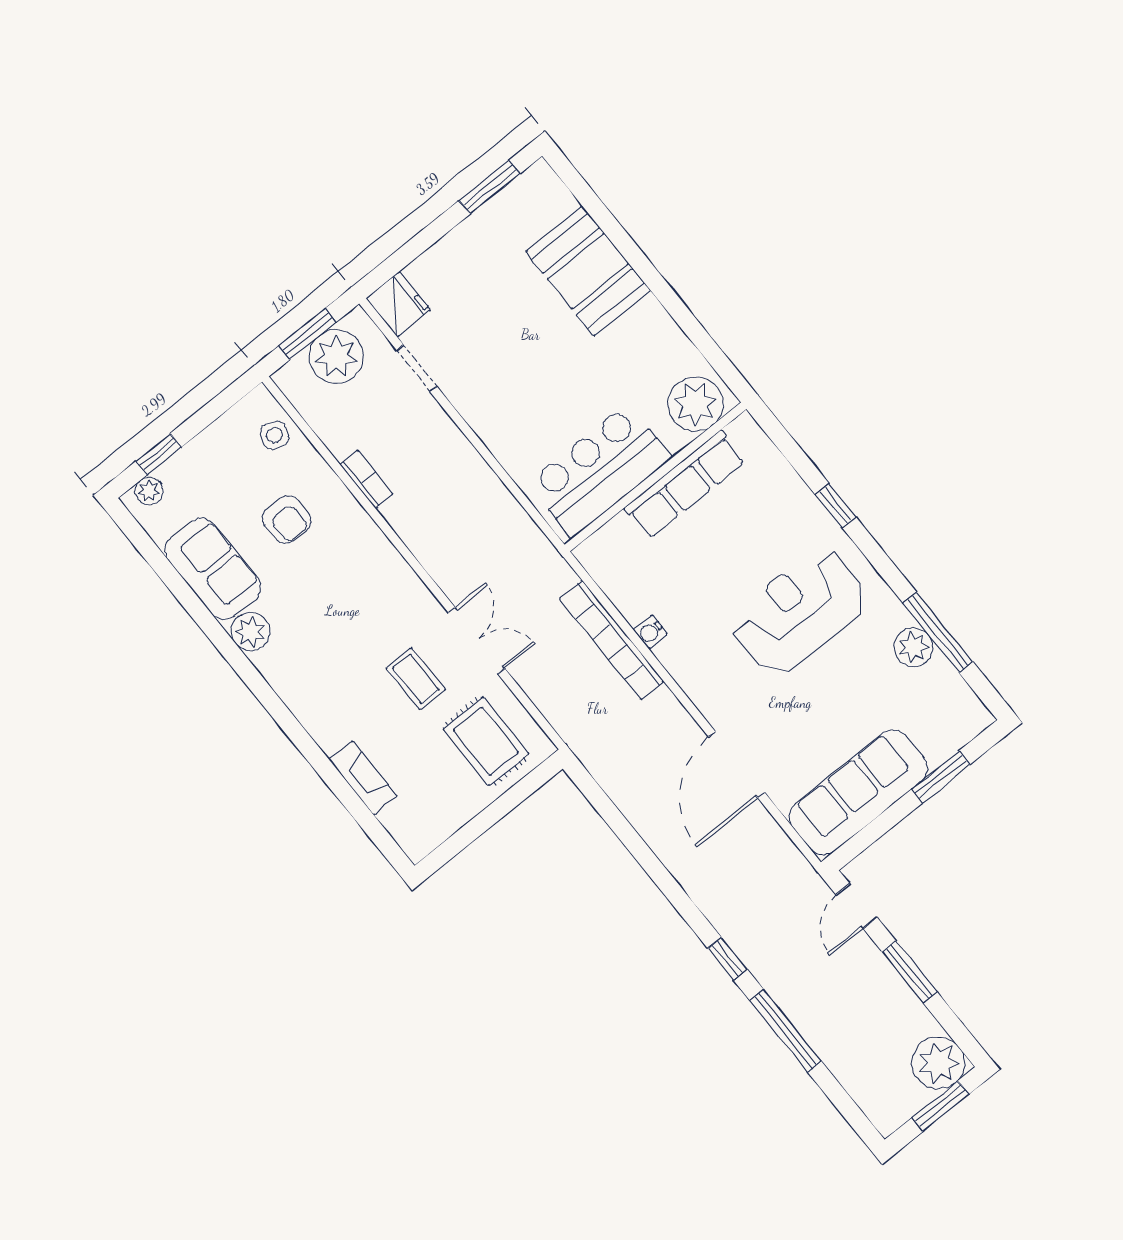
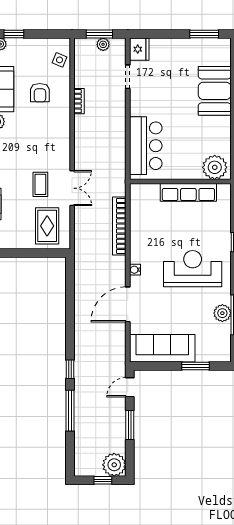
plant: (336, 357) -> (103, 44), width x0.53, depth x0.53
bar counter: (600, 470) -> (146, 146), moved, turned 90
water cooler: (650, 632) -> (135, 270), moved
window: (940, 1106) -> (103, 480), width x0.67

